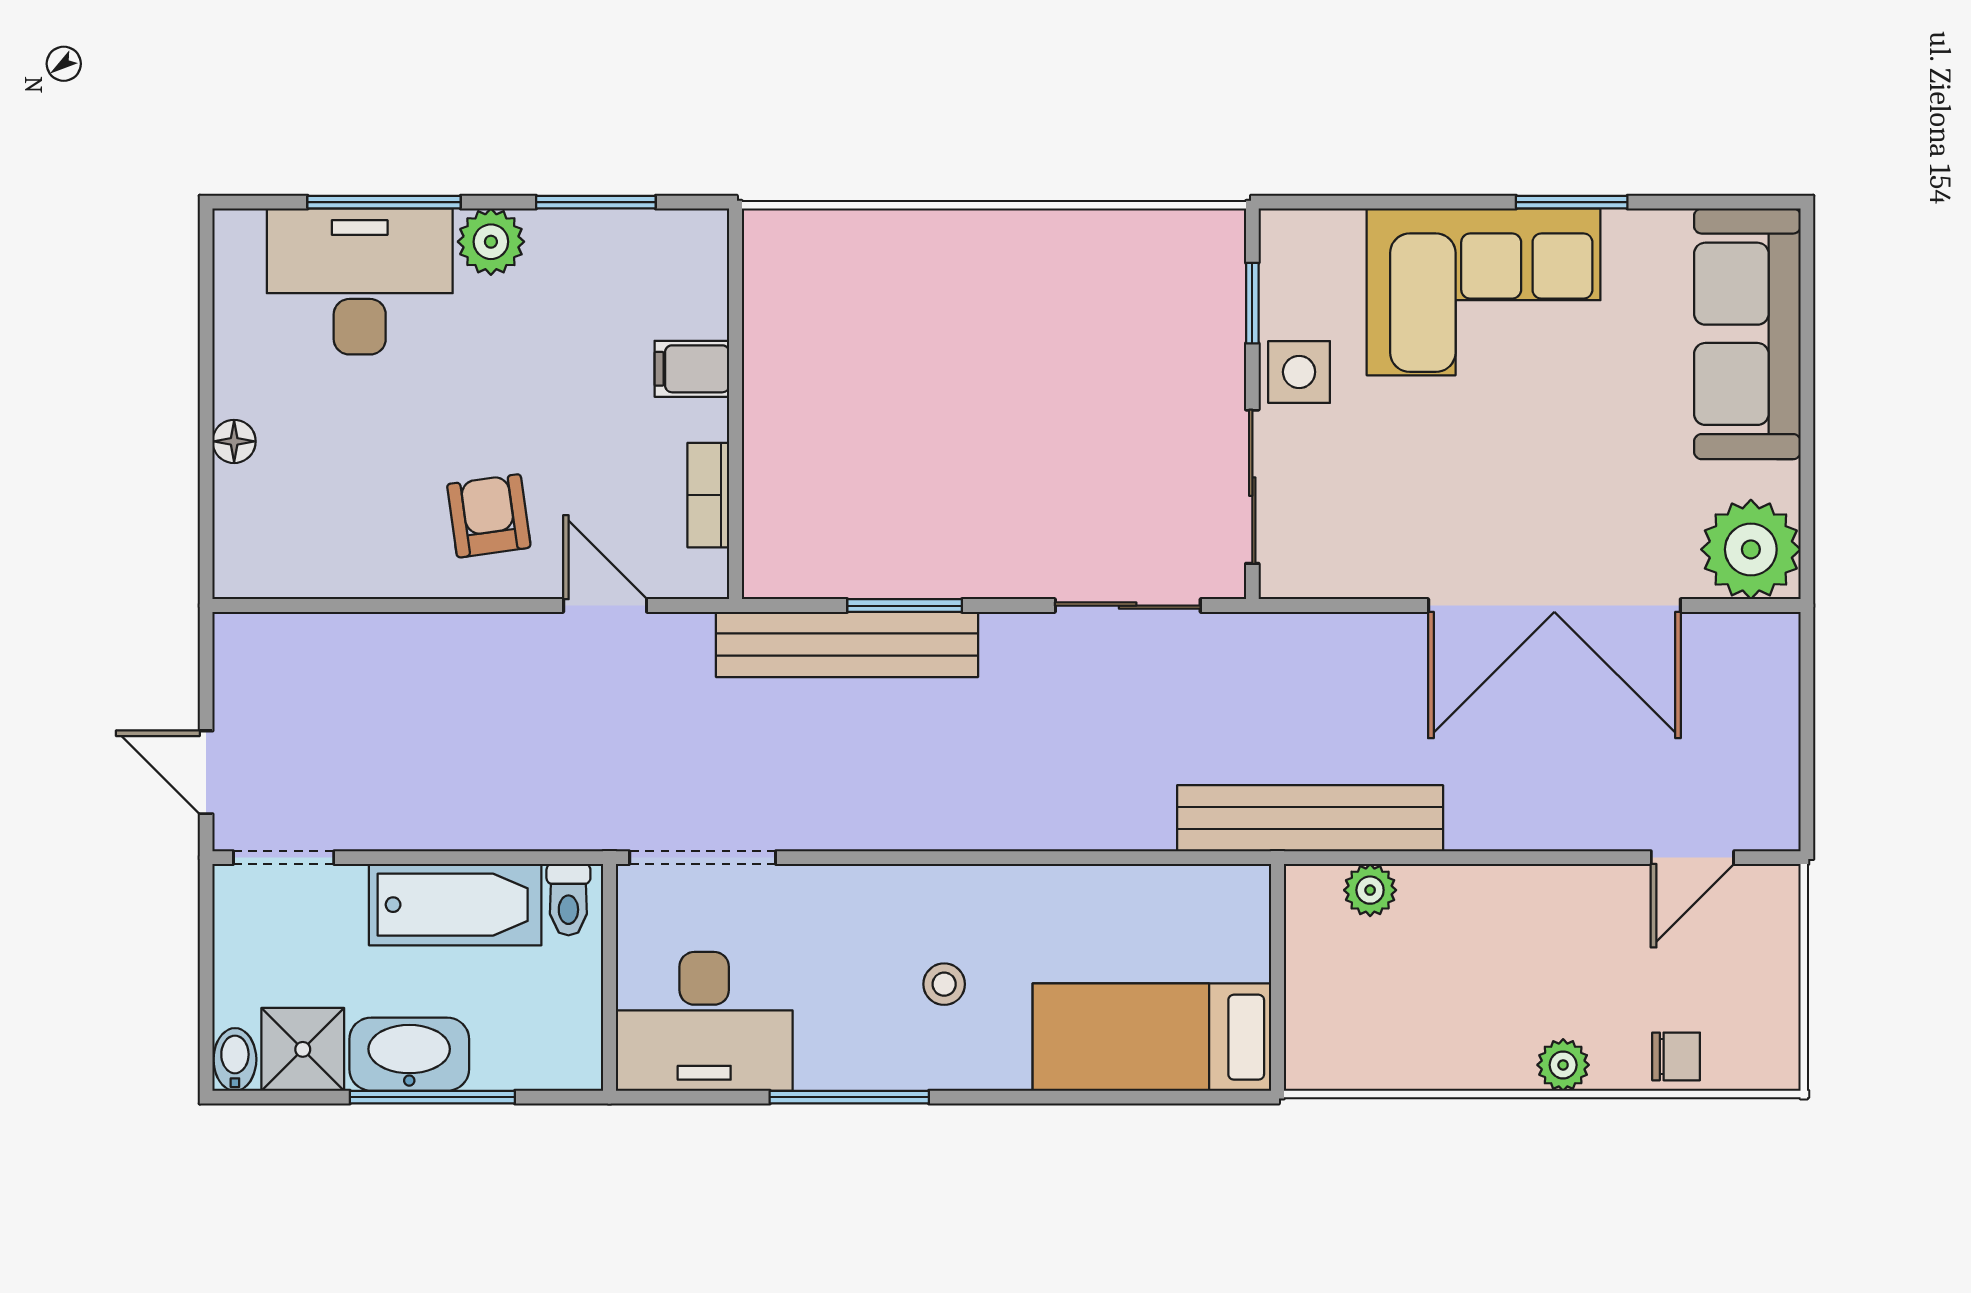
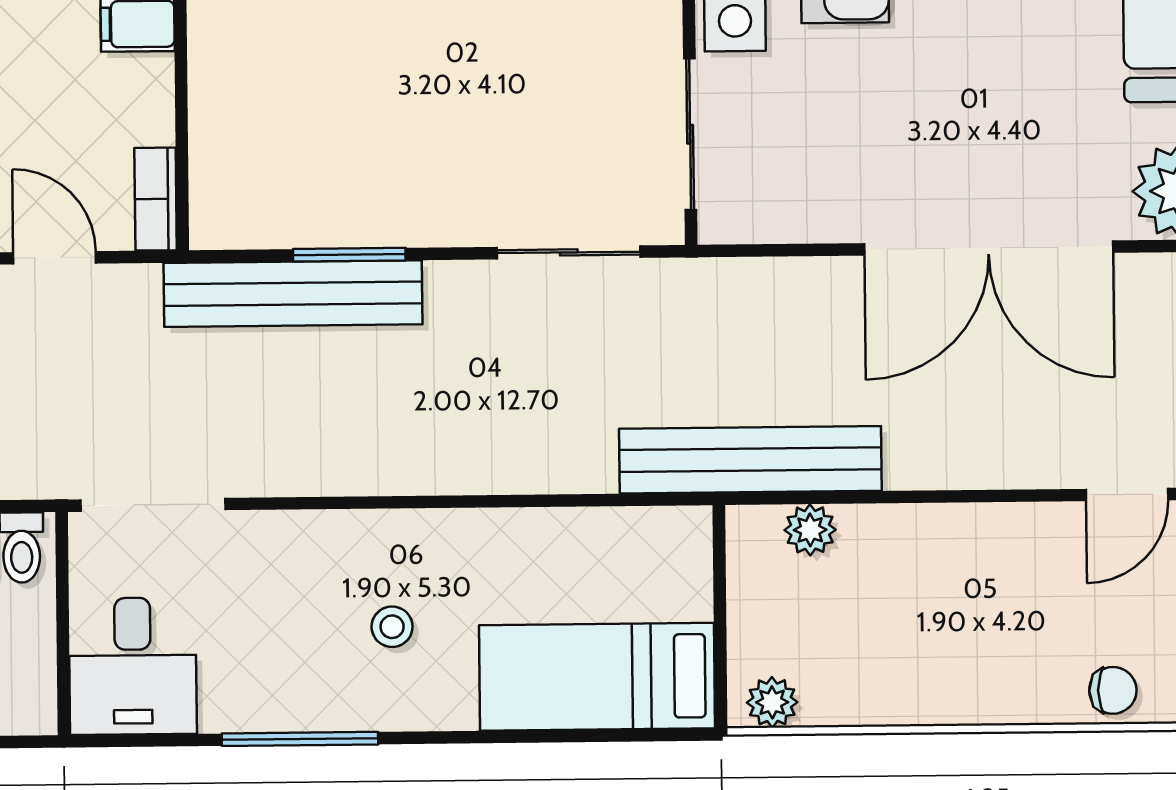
bookcase: (708, 495) -> (156, 199), moved
desk: (704, 1021) -> (133, 666), width x0.73
plant: (1563, 1065) -> (772, 702), moved

